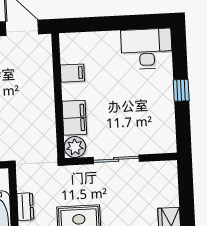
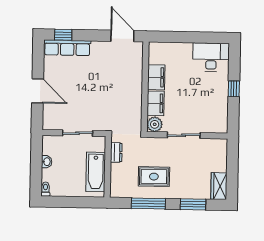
filing cabinet: (72, 73) -> (156, 77), width x2.00
dresser: (25, 207) -> (116, 152), moved

